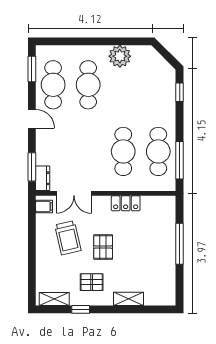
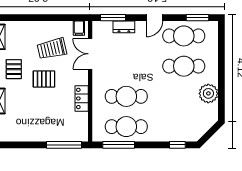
dresser: (43, 178) -> (124, 27), moved
window: (180, 244) -> (64, 145), moved

